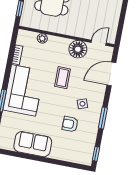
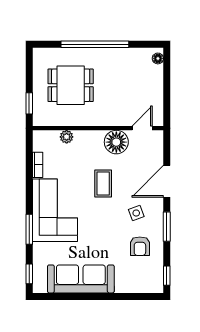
door: (111, 74) -> (167, 181), moved
armchair: (70, 124) -> (140, 246), moved, turned -90
sofa: (33, 144) -> (81, 279), width x1.36

